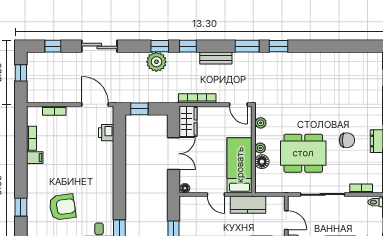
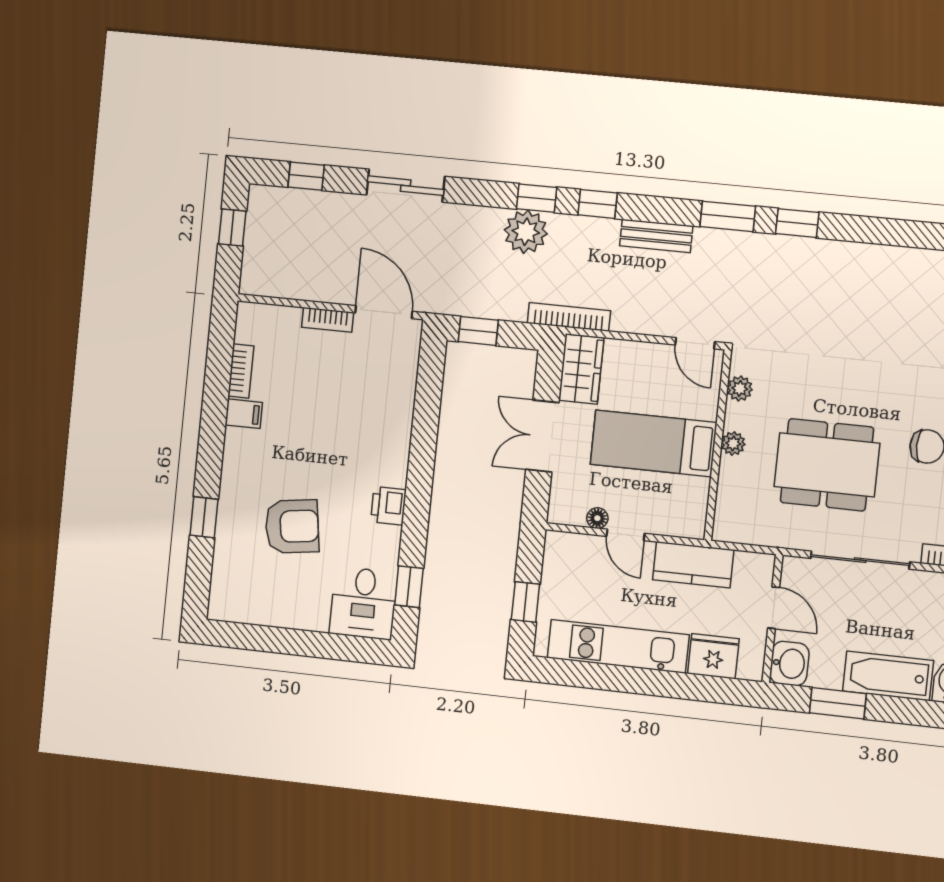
bookcase: (197, 98) -> (569, 317), moved
bookcase: (54, 111) -> (328, 320), moved
printer: (106, 133) -> (388, 506), moved
double door: (174, 154) -> (542, 436), swing flipped
floor lamp: (262, 162) -> (734, 474), removed
bed: (240, 165) -> (653, 443), moved, turned -90
floor lamp: (185, 188) -> (597, 518), moved

